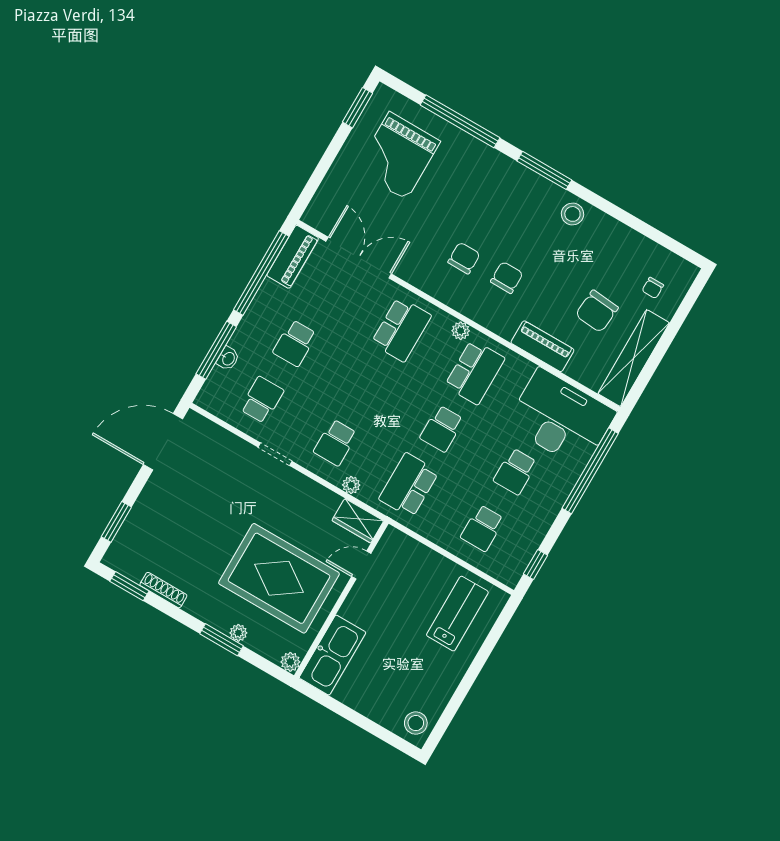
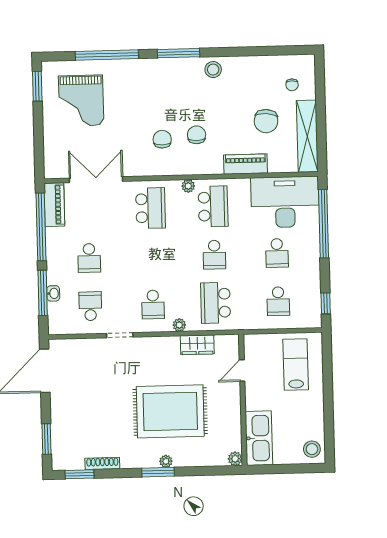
door: (361, 565) -> (242, 371), moved
wall: (341, 599) -> (243, 400), moved
kitchen sink: (333, 655) -> (259, 438), moved
plant: (290, 662) -> (235, 459), moved

